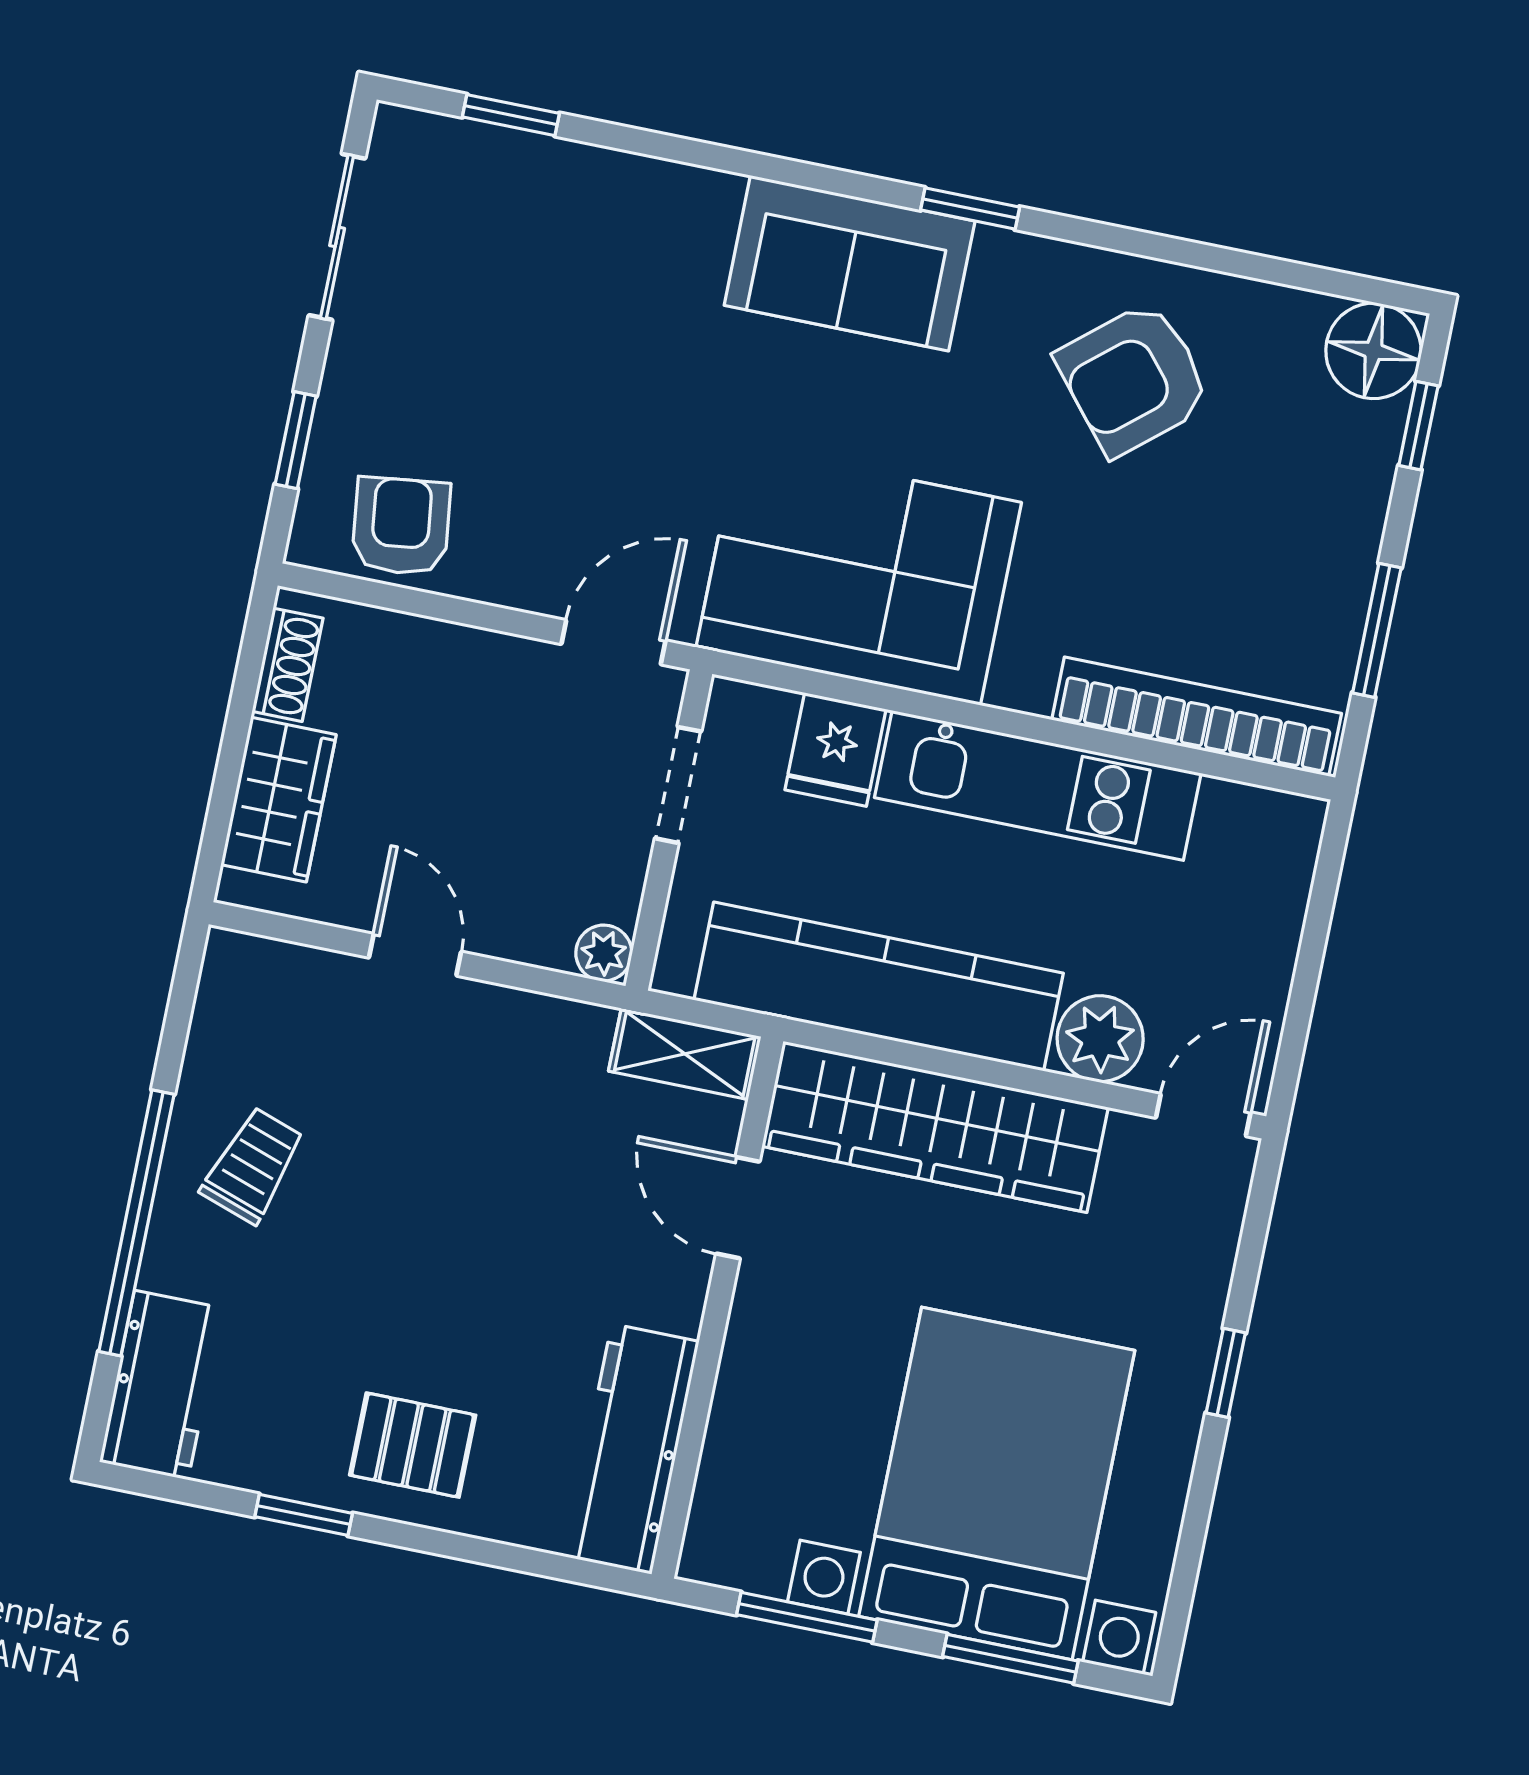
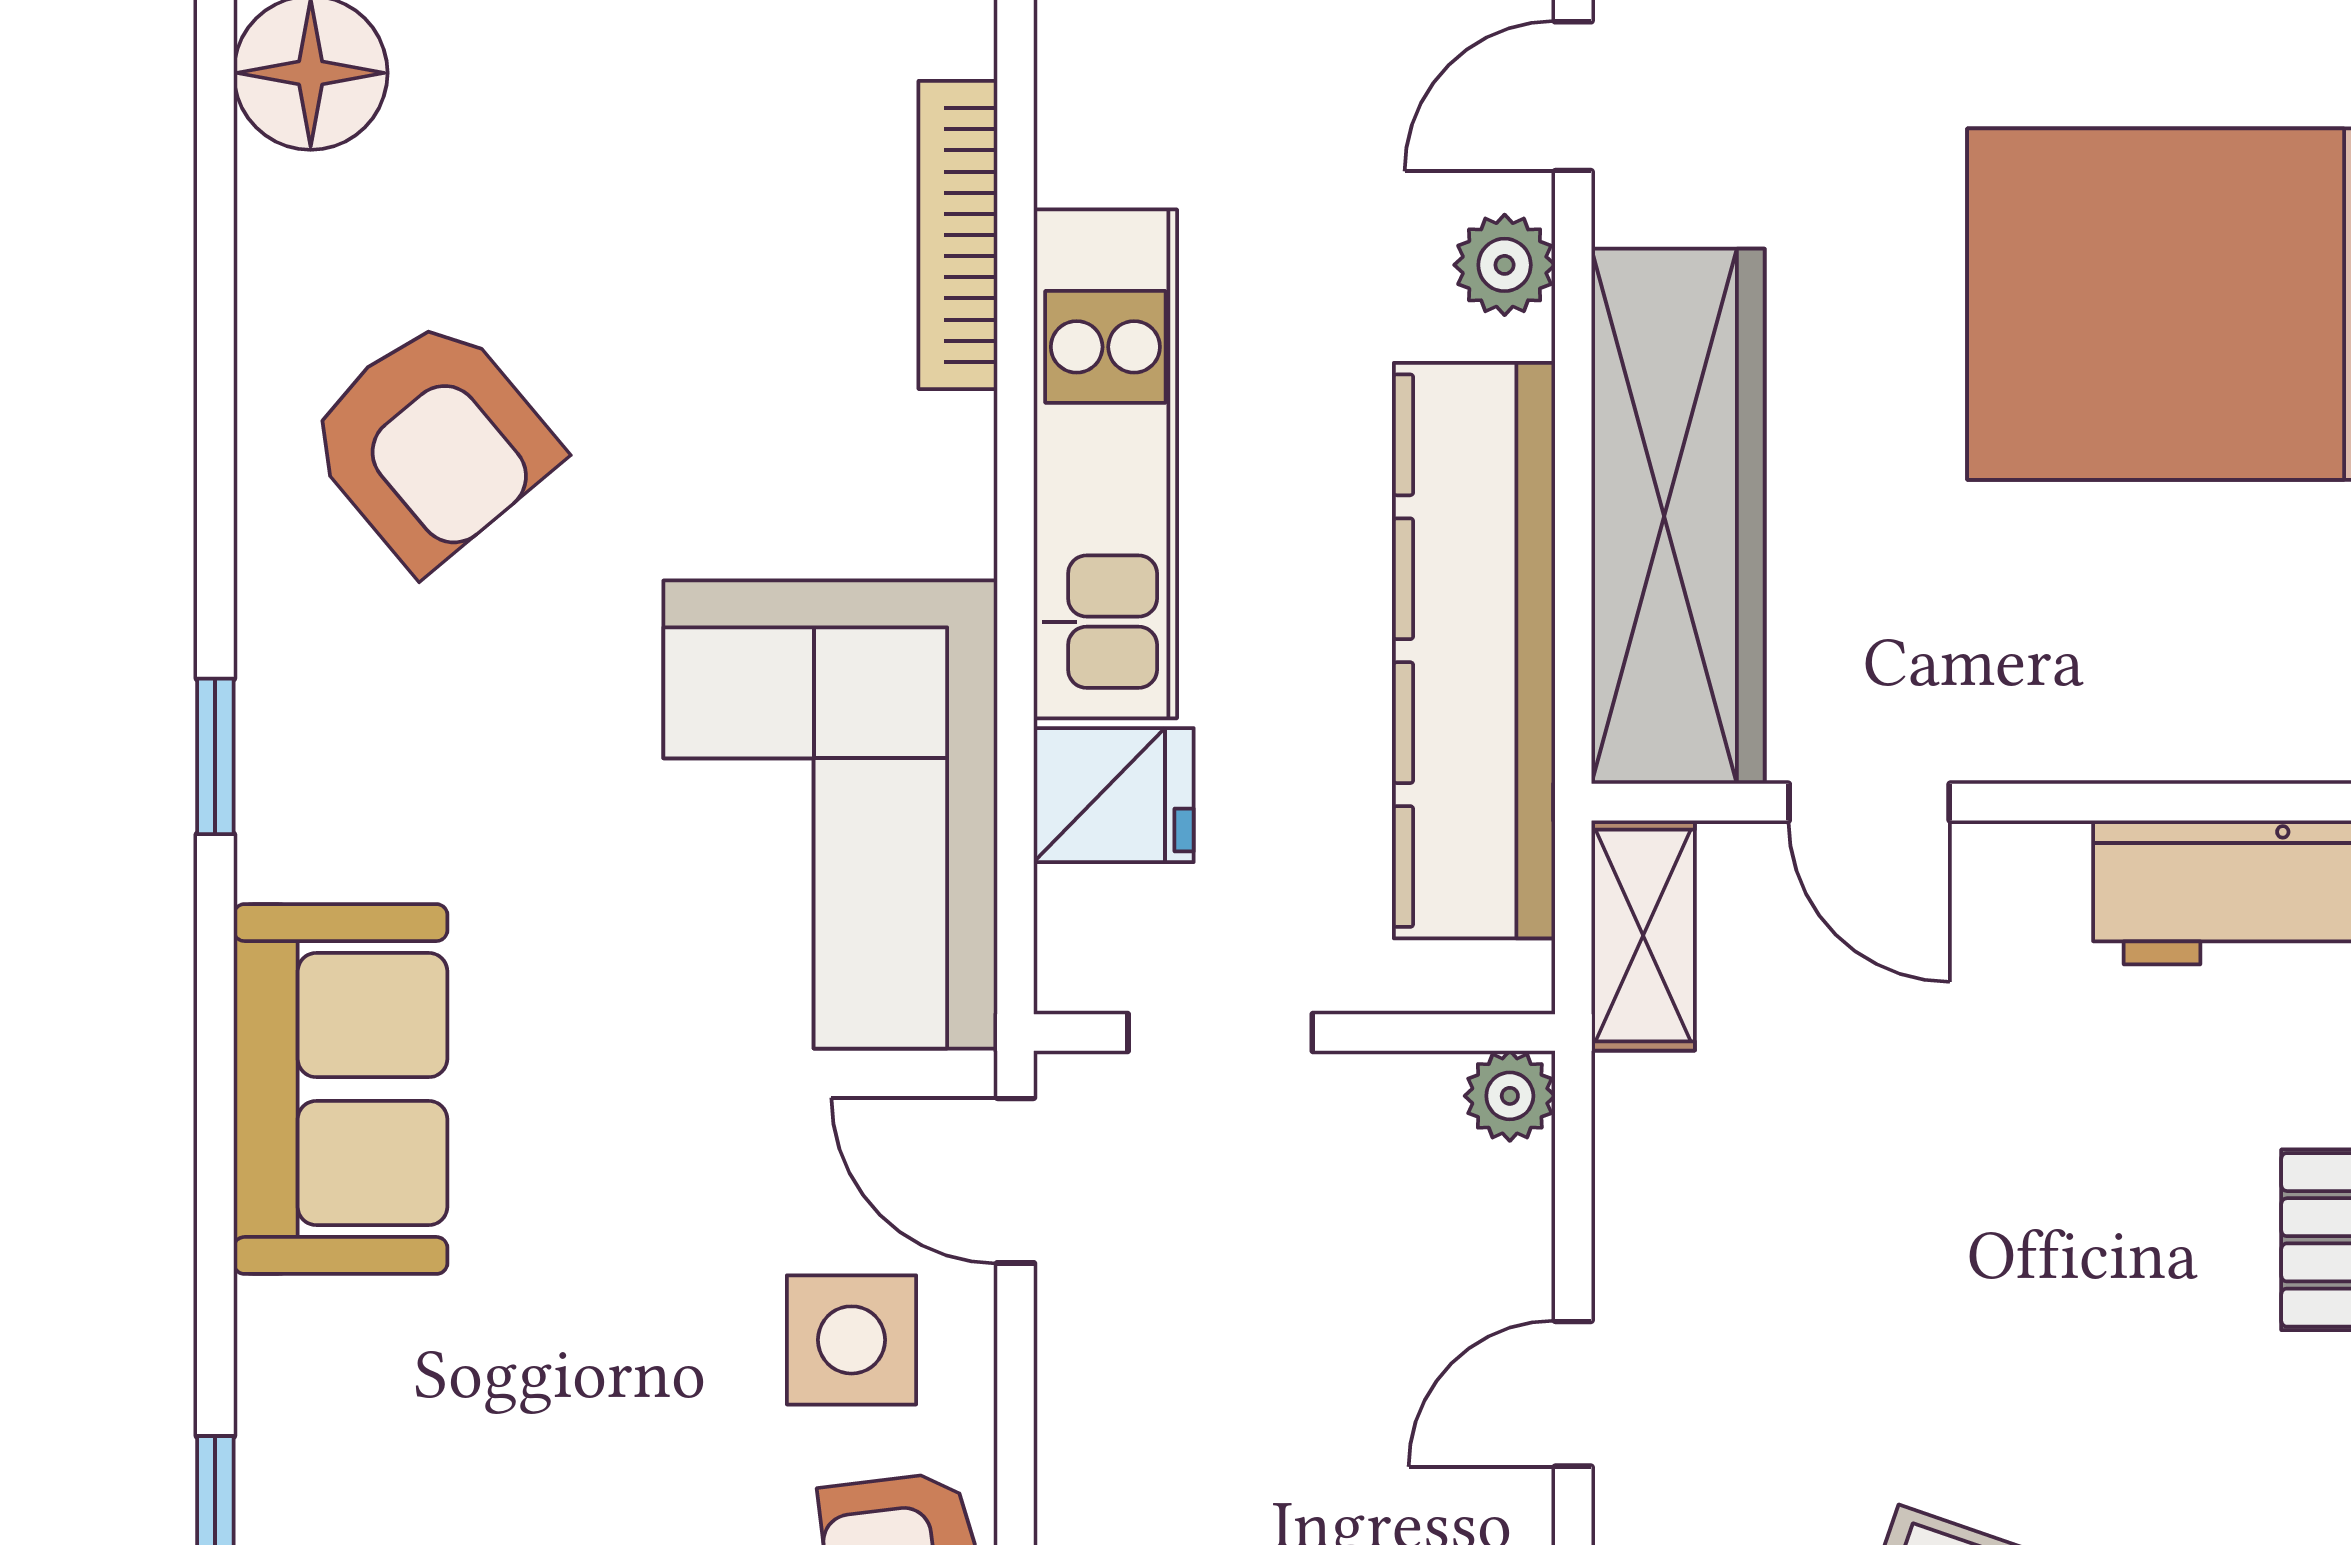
sofa: (850, 263) -> (340, 1089), moved
side table: (537, 523) -> (851, 1340), added
bookcase: (1197, 717) -> (958, 235), width x0.68, depth x0.76
plant: (1100, 1039) -> (1505, 265), width x0.73, depth x0.73
door: (1203, 1115) -> (1573, 96), hinge flipped
door: (738, 1208) -> (1869, 802), hinge flipped

